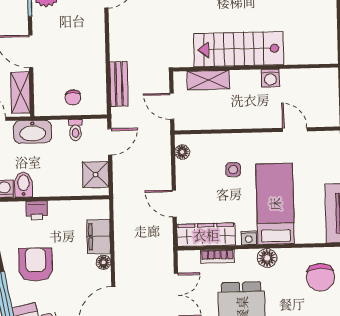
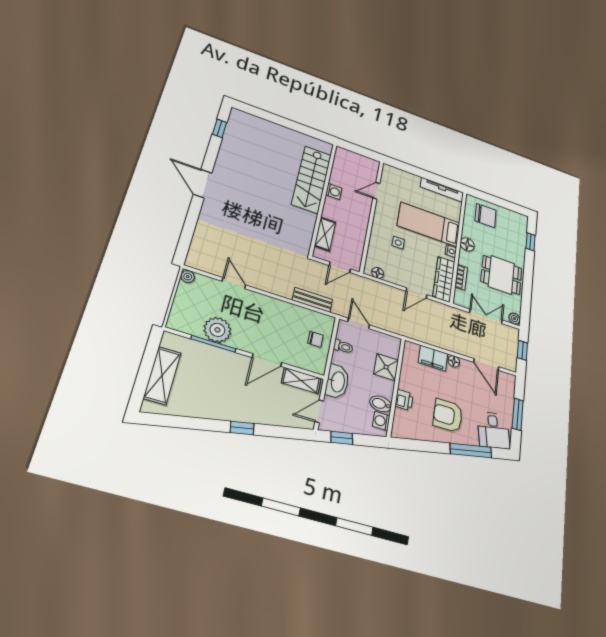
stairs: (239, 49) -> (312, 179), moved
shower: (96, 175) -> (386, 367), moved

